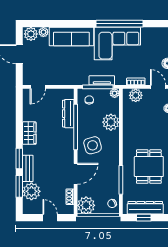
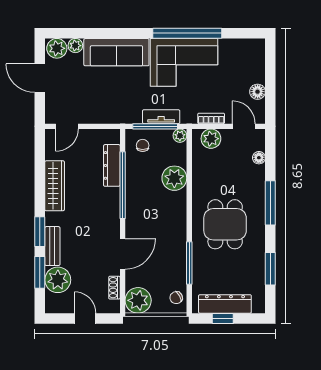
wardrobe: (29, 133) -> (55, 186), width x1.50
side table: (93, 145) -> (148, 212), removed
dining table: (149, 167) -> (225, 224), moved

